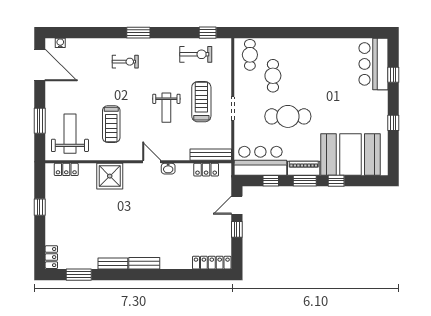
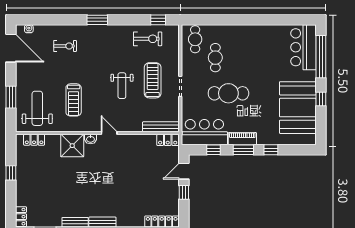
exercise bike: (125, 62) -> (65, 46), moved
window: (393, 75) -> (321, 57), width x3.17
booth: (350, 155) -> (298, 108), moved, turned 90
washbasin: (168, 169) -> (90, 139), moved
locker: (206, 170) -> (168, 140), moved

